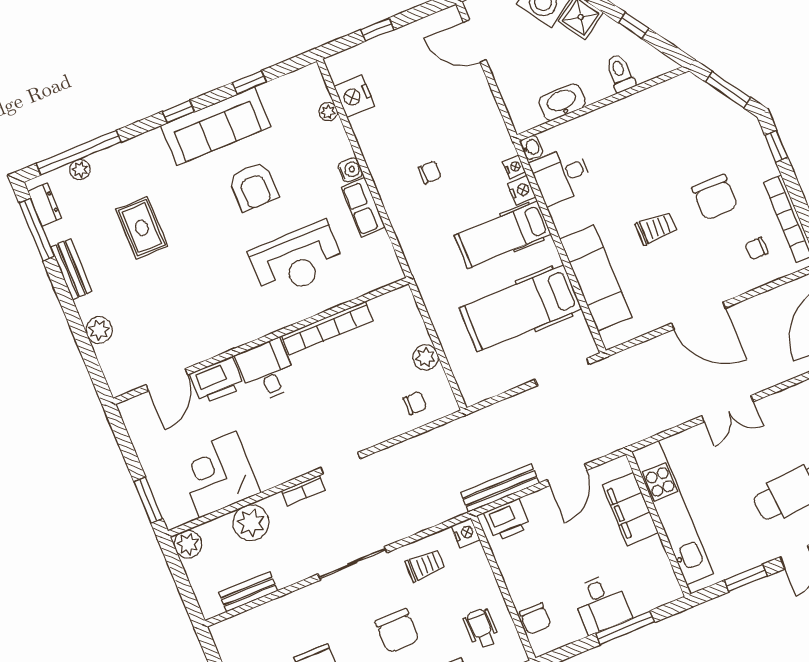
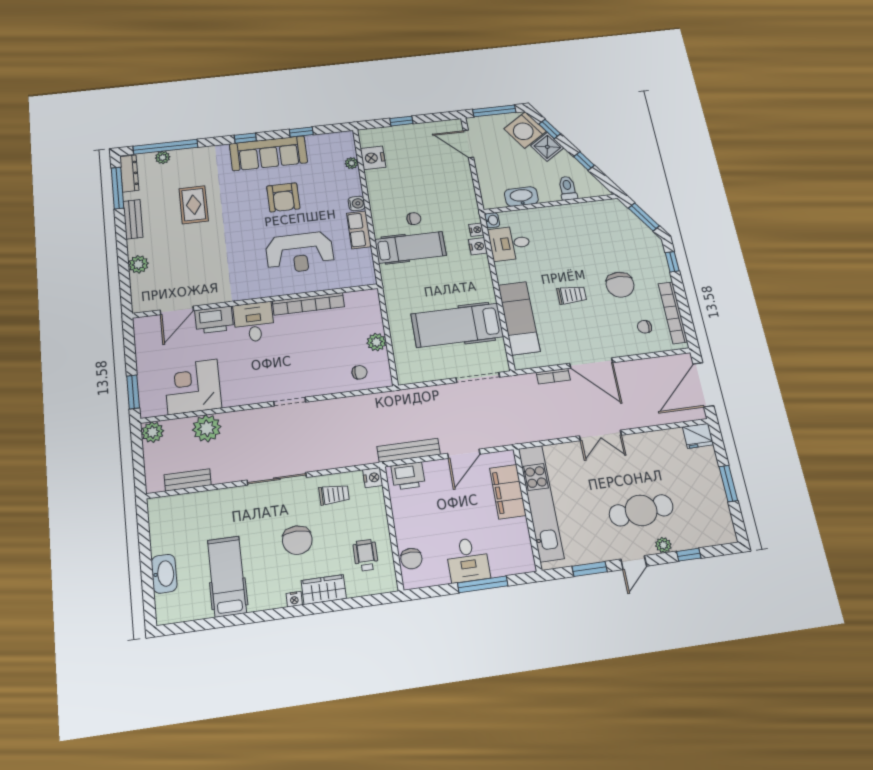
dresser: (45, 205) -> (129, 174), width x1.44
hospital bed: (503, 235) -> (410, 247), moved, turned 180
bookcase: (303, 491) -> (553, 376), moved

